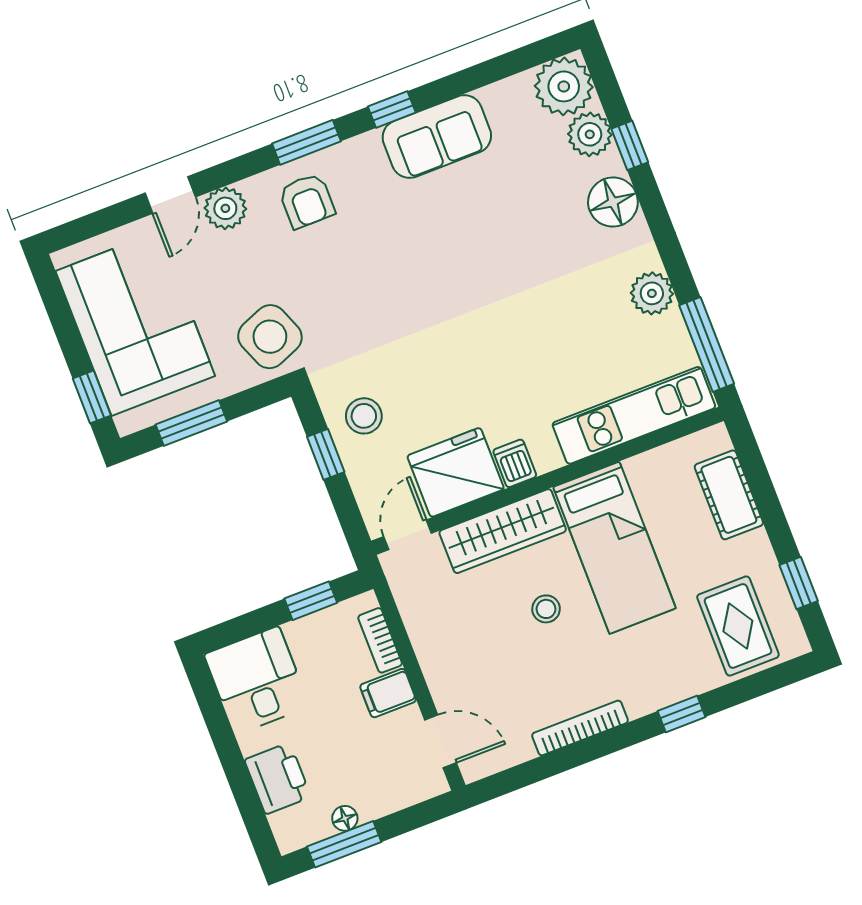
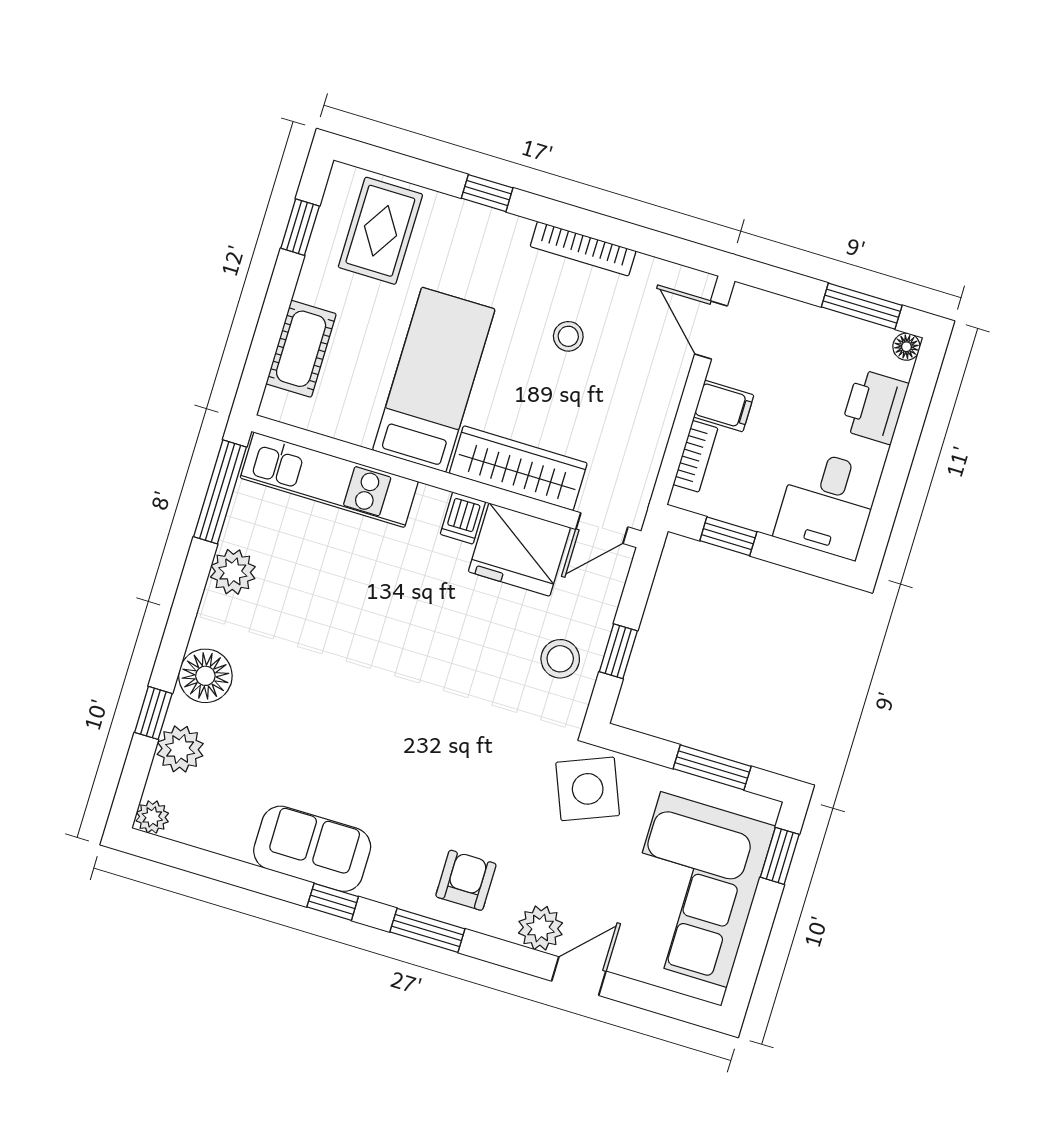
plant: (564, 86) -> (152, 817), width x0.53, depth x0.53
stool: (546, 609) -> (568, 336), moved
floor lamp: (345, 818) -> (906, 347), moved

